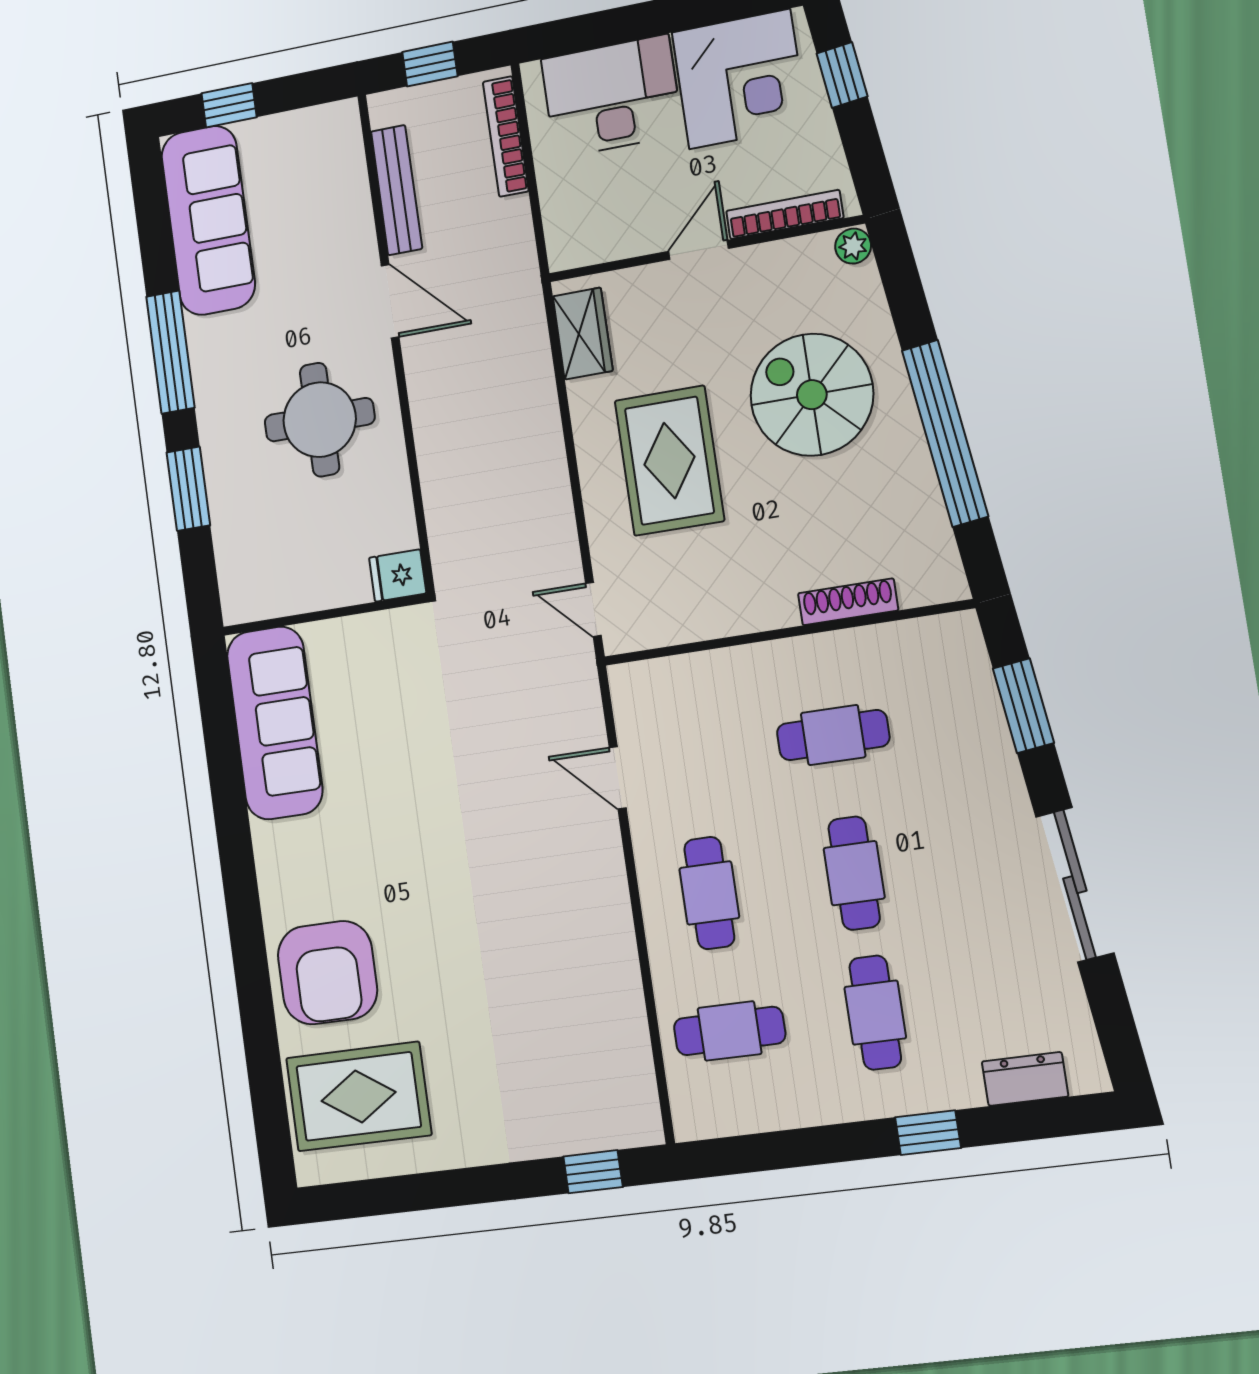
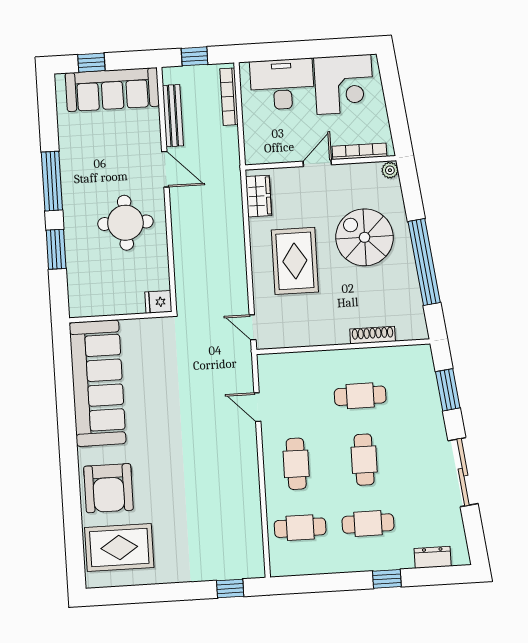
window: (842, 75) -> (392, 89), removed
sofa: (208, 220) -> (112, 90), moved, turned 90
sofa: (275, 723) -> (98, 383), width x1.36, depth x1.27
cafe table: (875, 1013) -> (368, 524), turned 90

